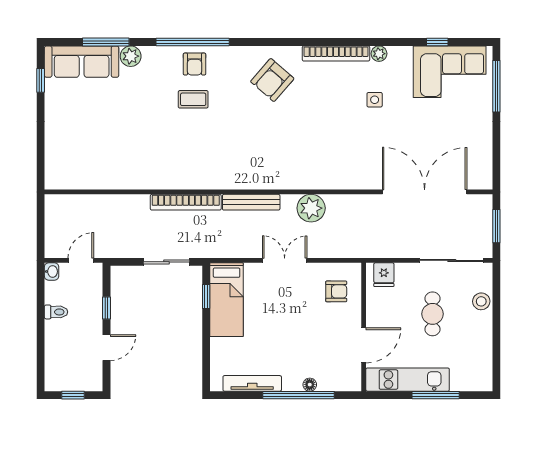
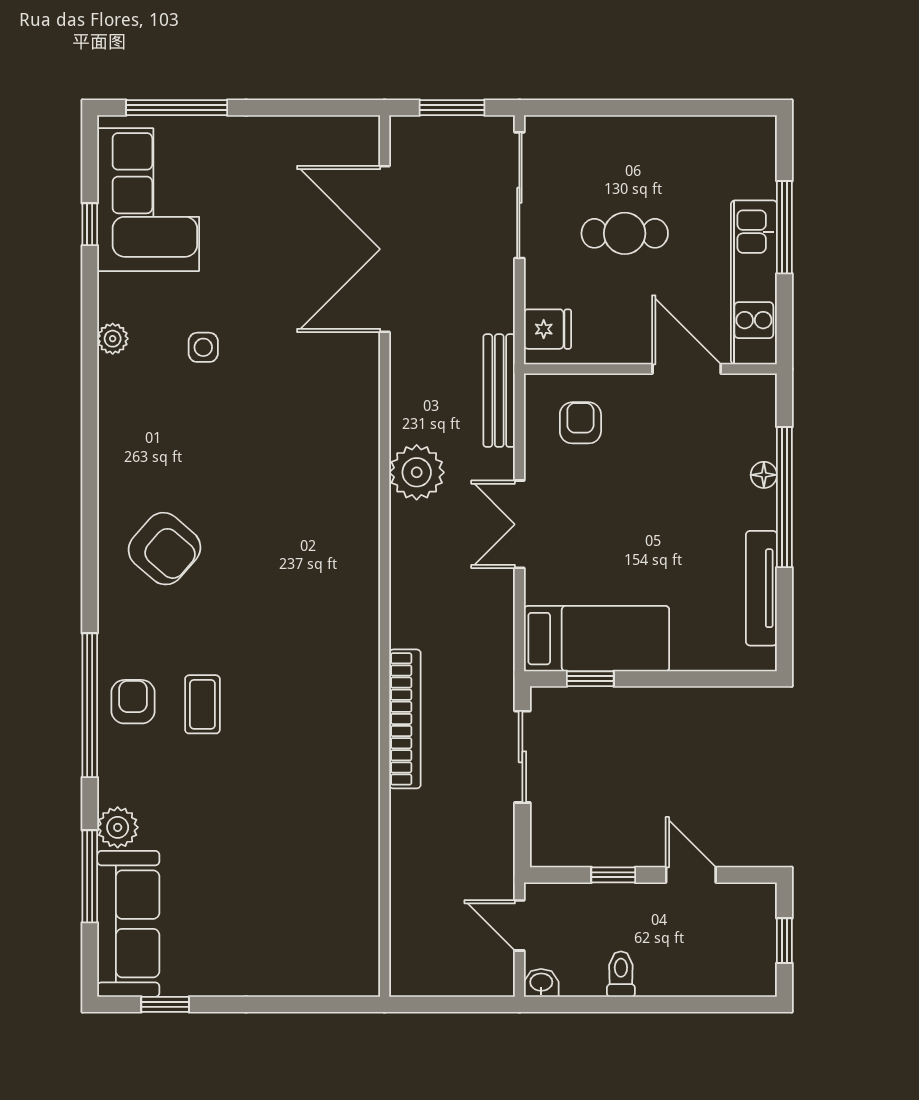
bookcase: (336, 53) -> (112, 423), removed
armchair: (194, 64) -> (133, 702), turned -90
bench: (251, 202) -> (499, 391), moved
stool: (481, 301) -> (600, 137), removed

